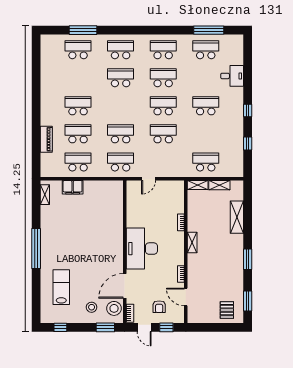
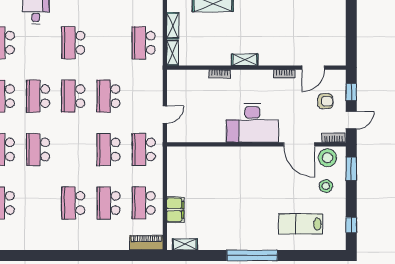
piano: (46, 139) -> (146, 243), moved
door: (149, 179) -> (165, 114), hinge flipped
pallet: (227, 310) -> (329, 16), removed

